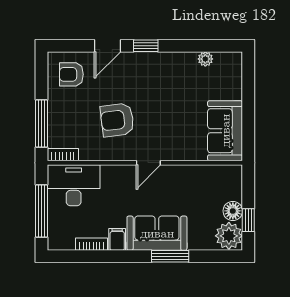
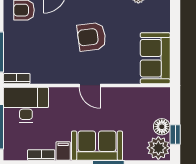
armchair: (117, 120) -> (92, 37), moved
door: (148, 163) -> (90, 85), hinge flipped

